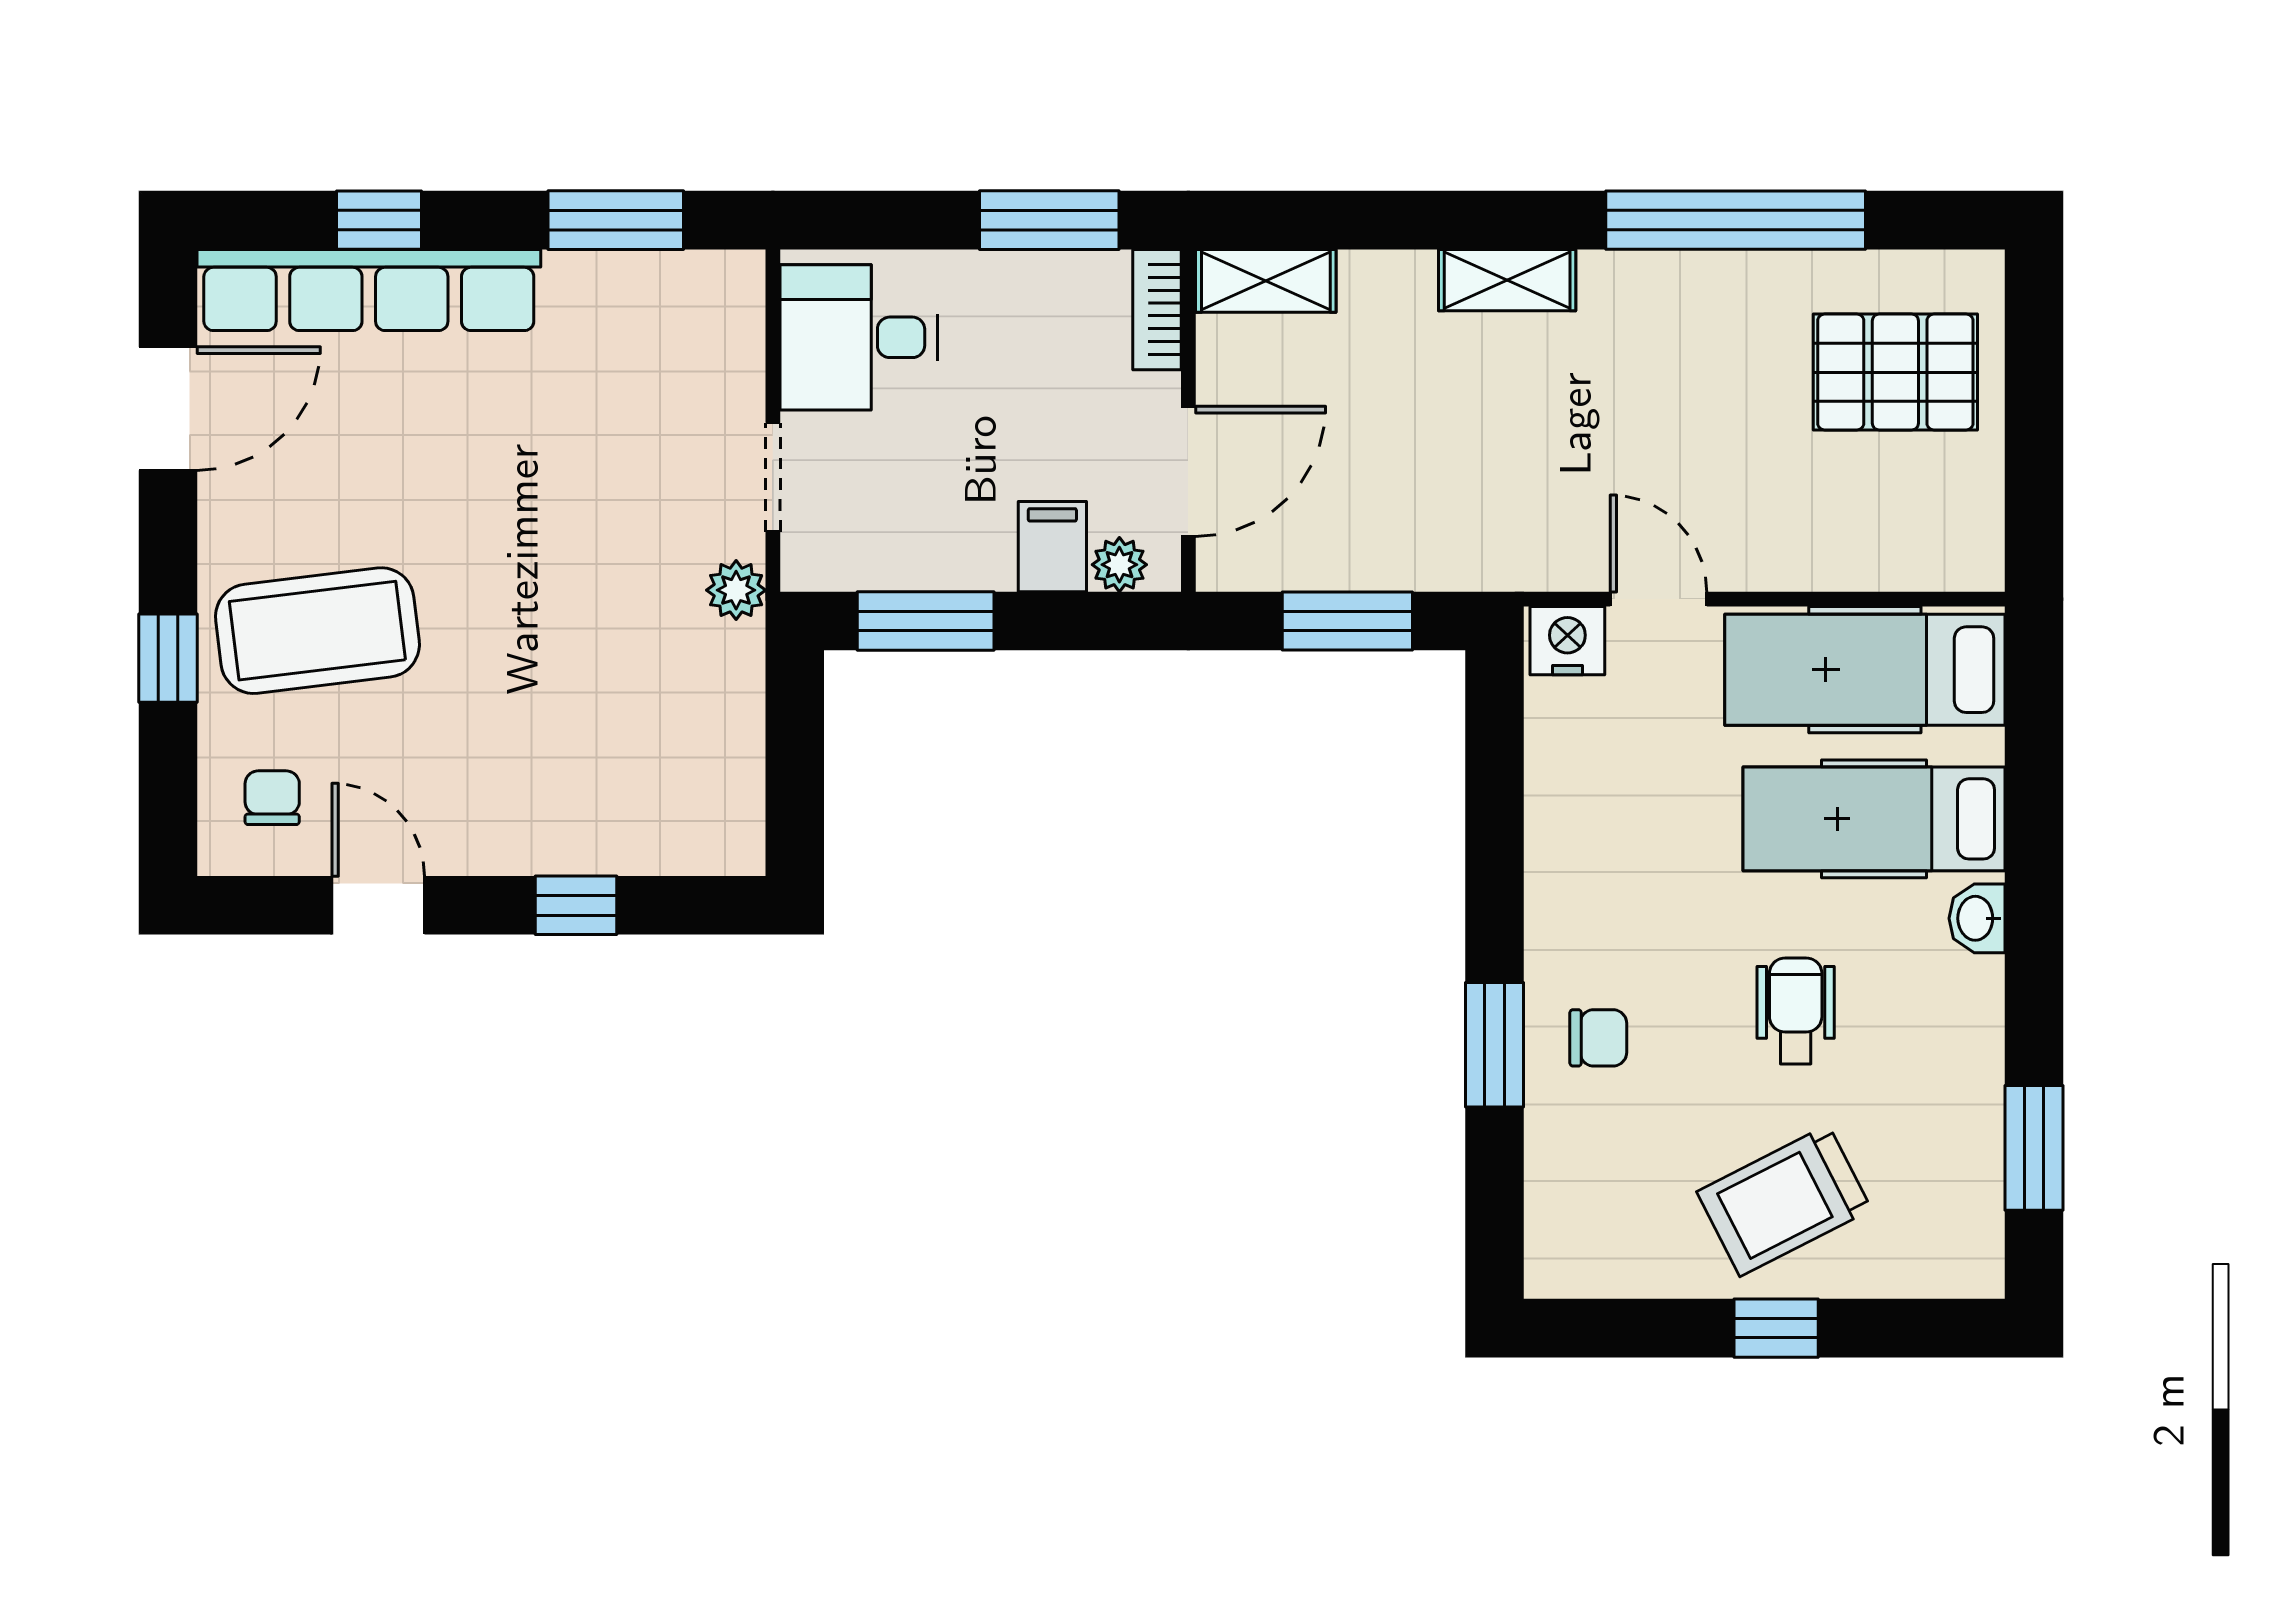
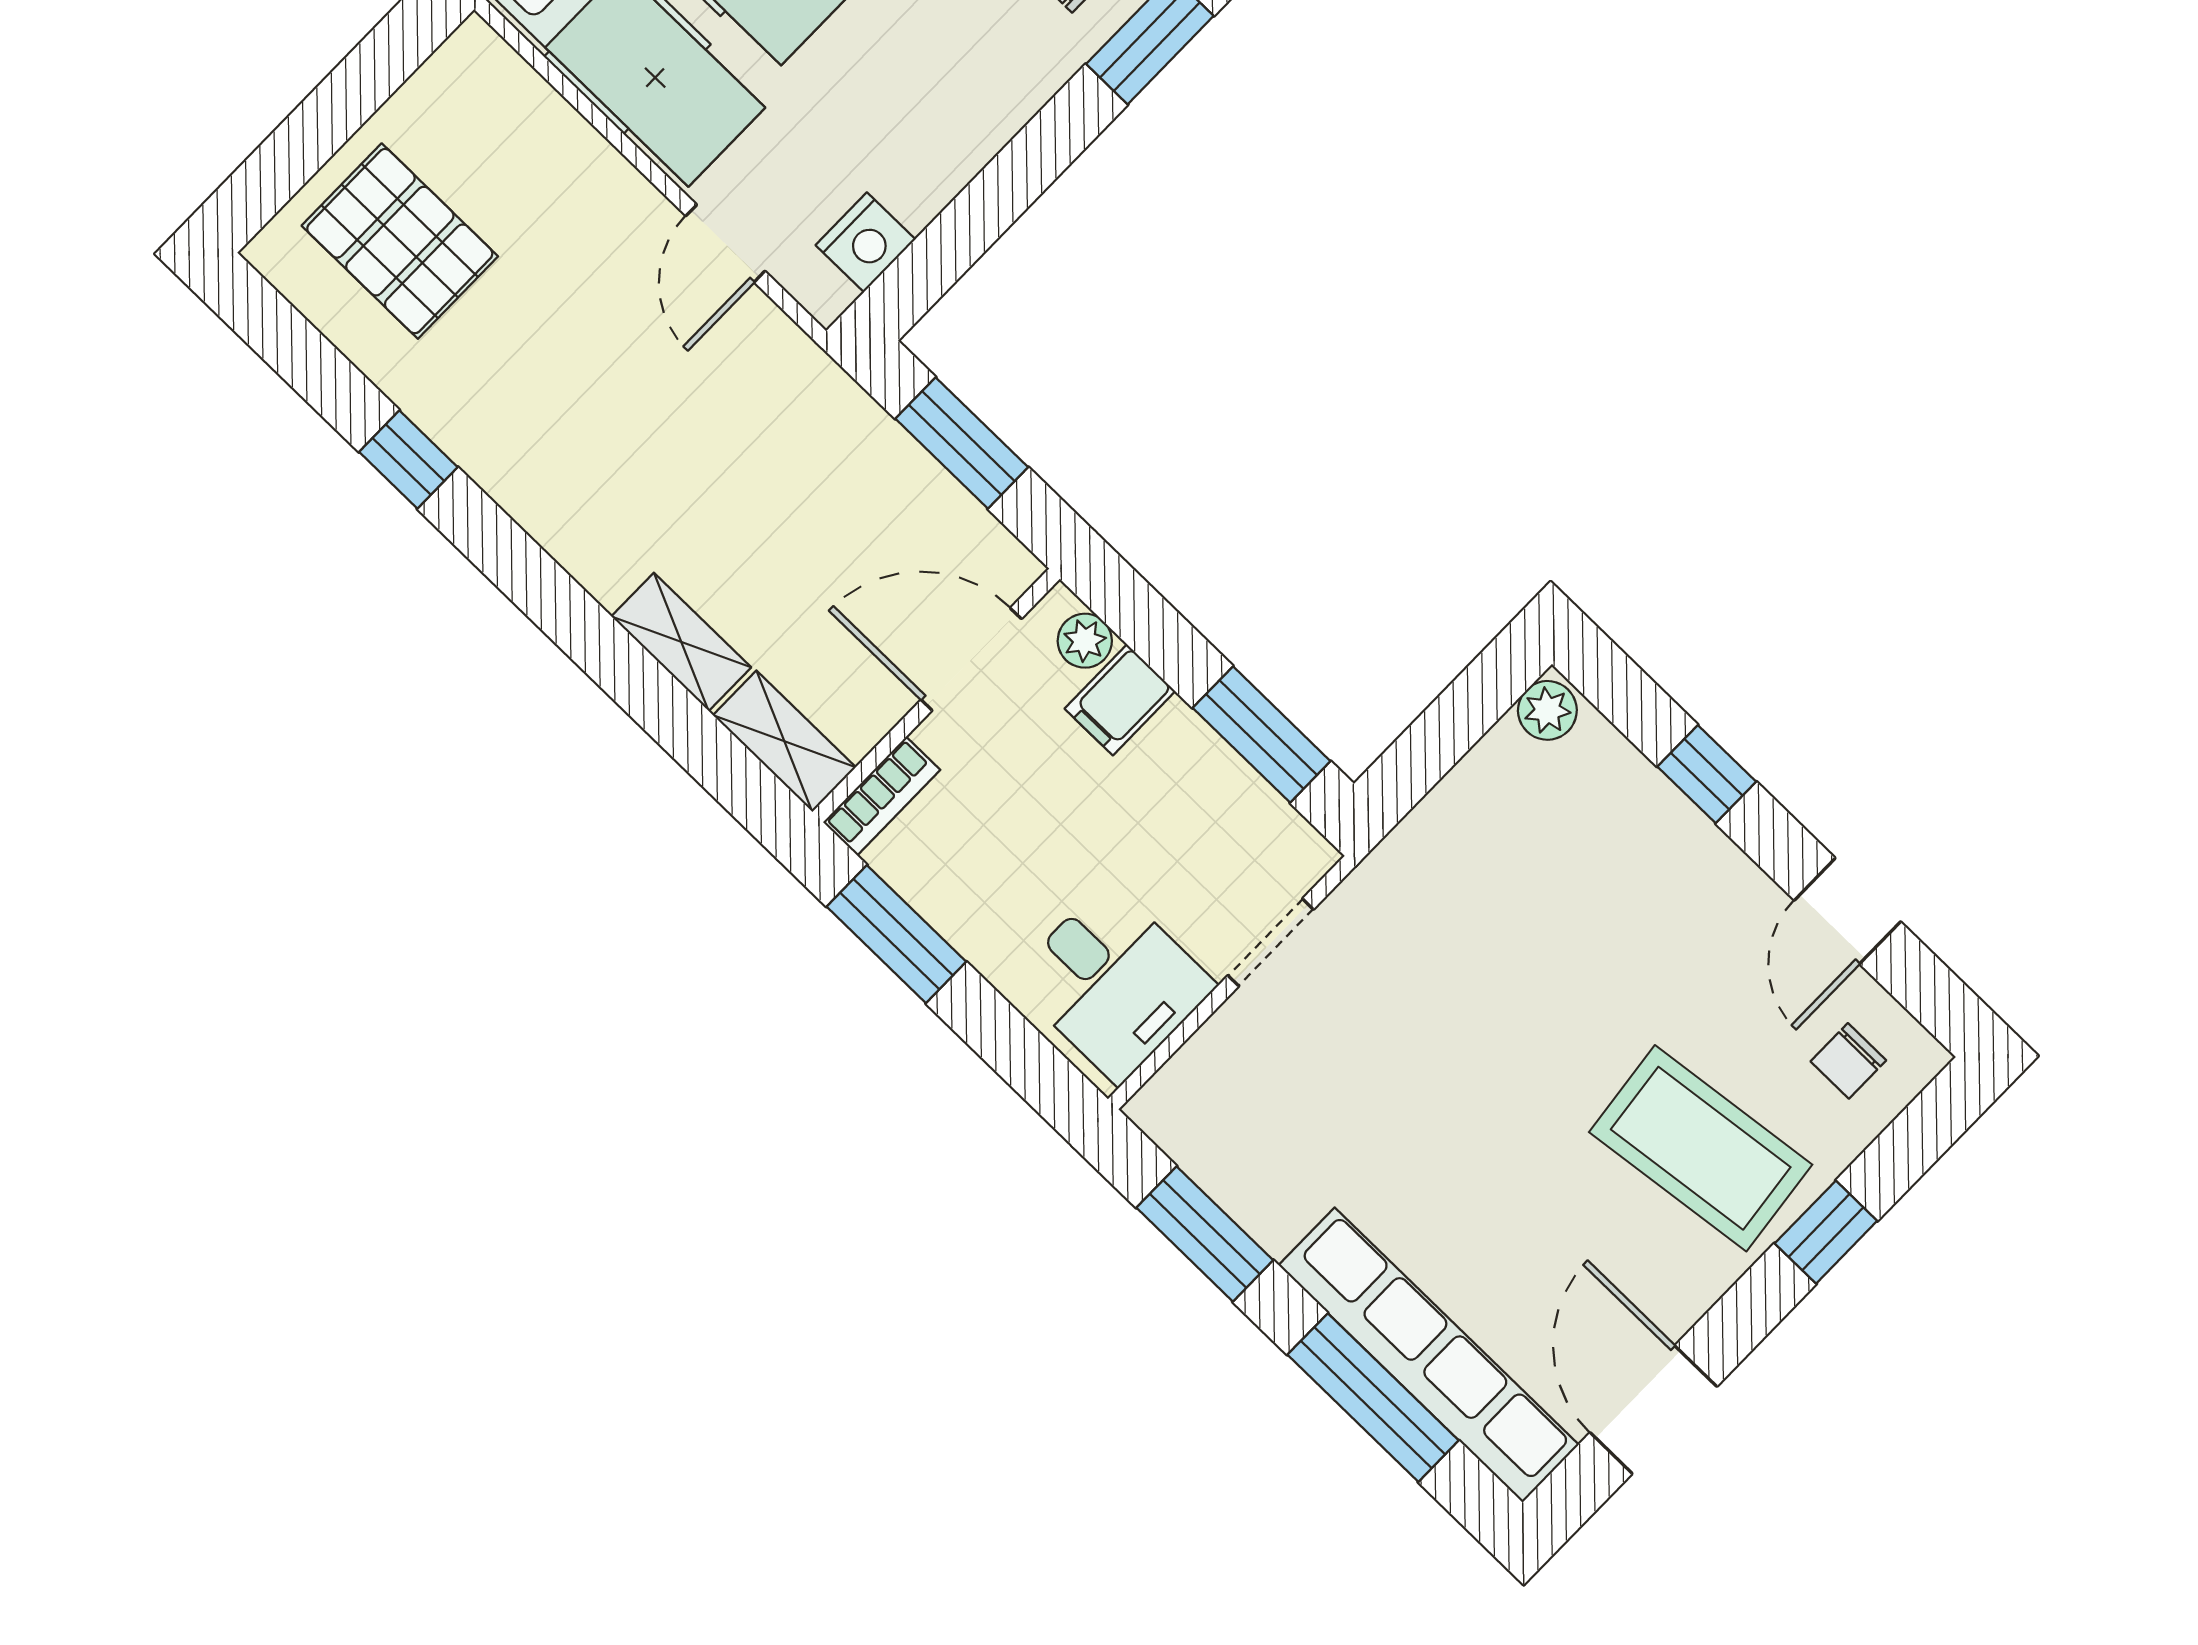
window: (379, 220) -> (1373, 1398), width x2.17
window: (1736, 220) -> (408, 460), width x0.32
shelving: (1507, 280) -> (681, 642), moved
door: (168, 409) -> (1653, 1410), hinge flipped
plant: (736, 590) -> (1547, 710), moved
nightstand: (1567, 641) -> (865, 242), moved, turned -90

